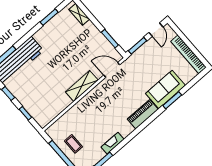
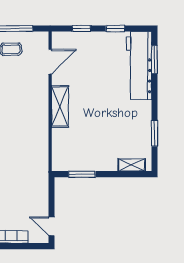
window: (138, 46) -> (52, 195), removed
door: (112, 70) -> (50, 62), moved

